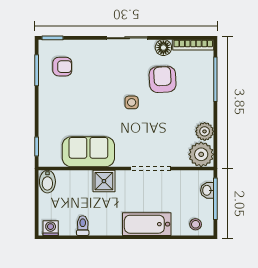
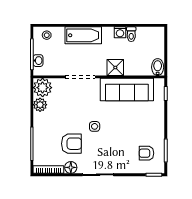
armchair: (163, 79) -> (71, 144), turned -87
sofa: (88, 152) -> (127, 89), width x1.36
washing machine: (51, 228) -> (120, 32), moved

